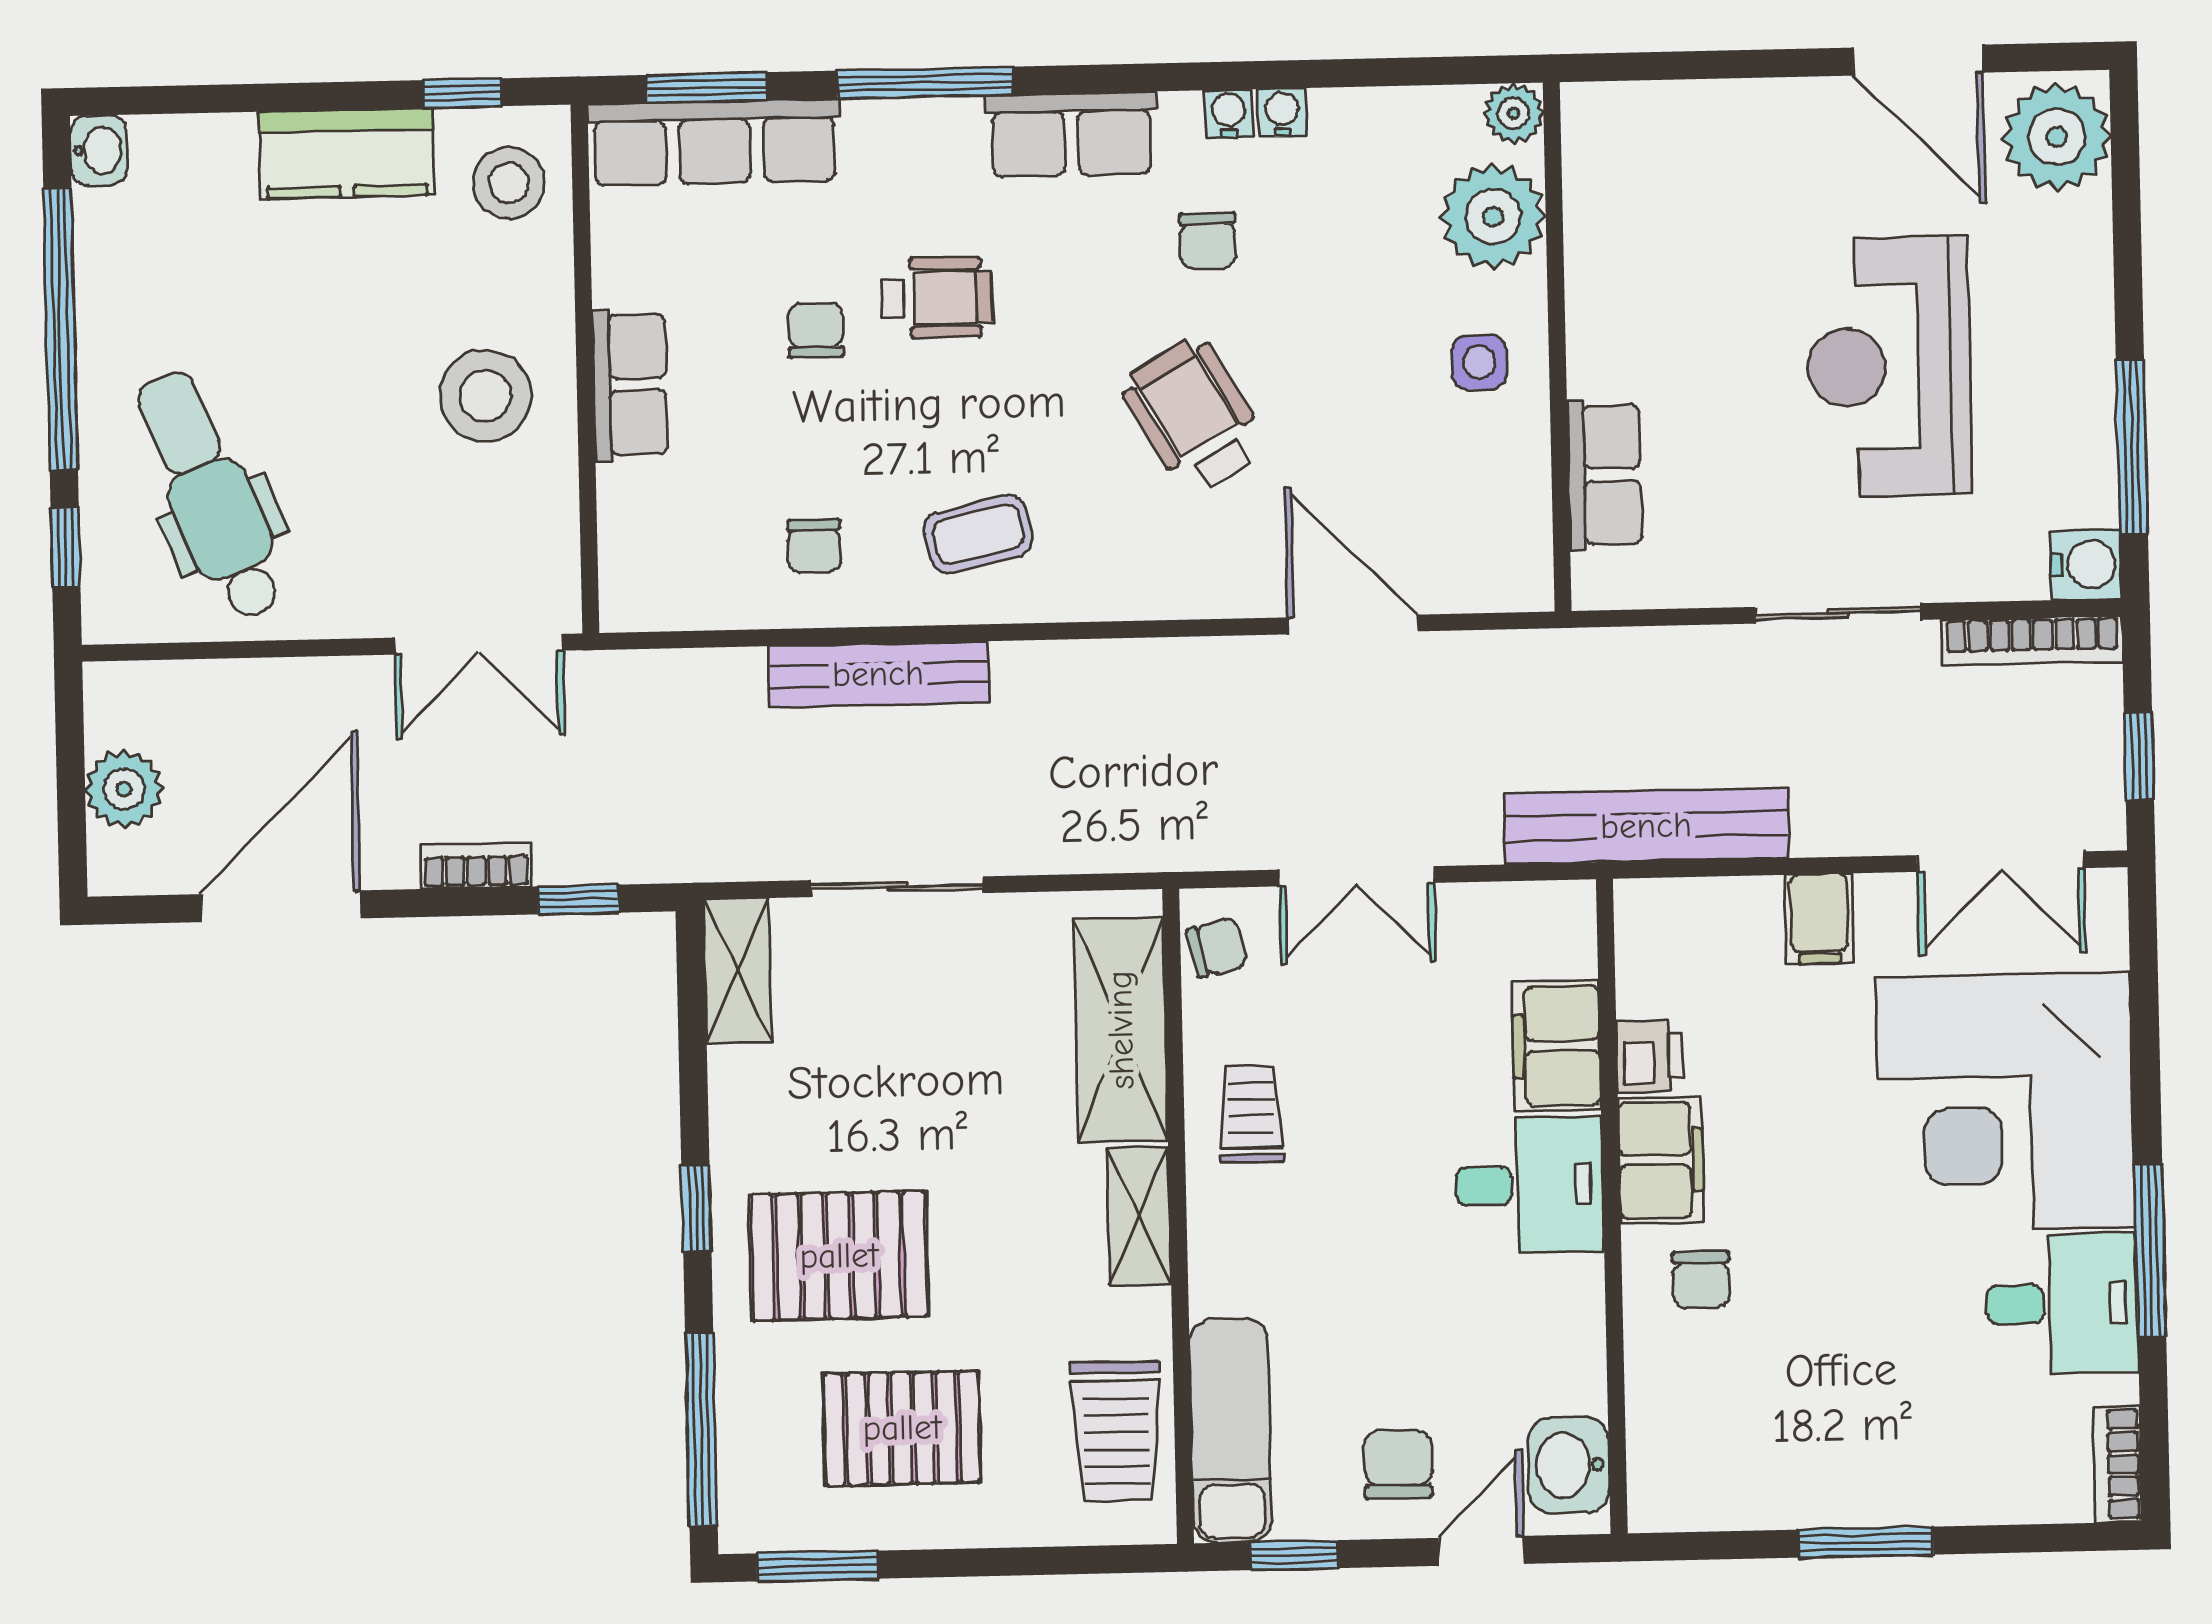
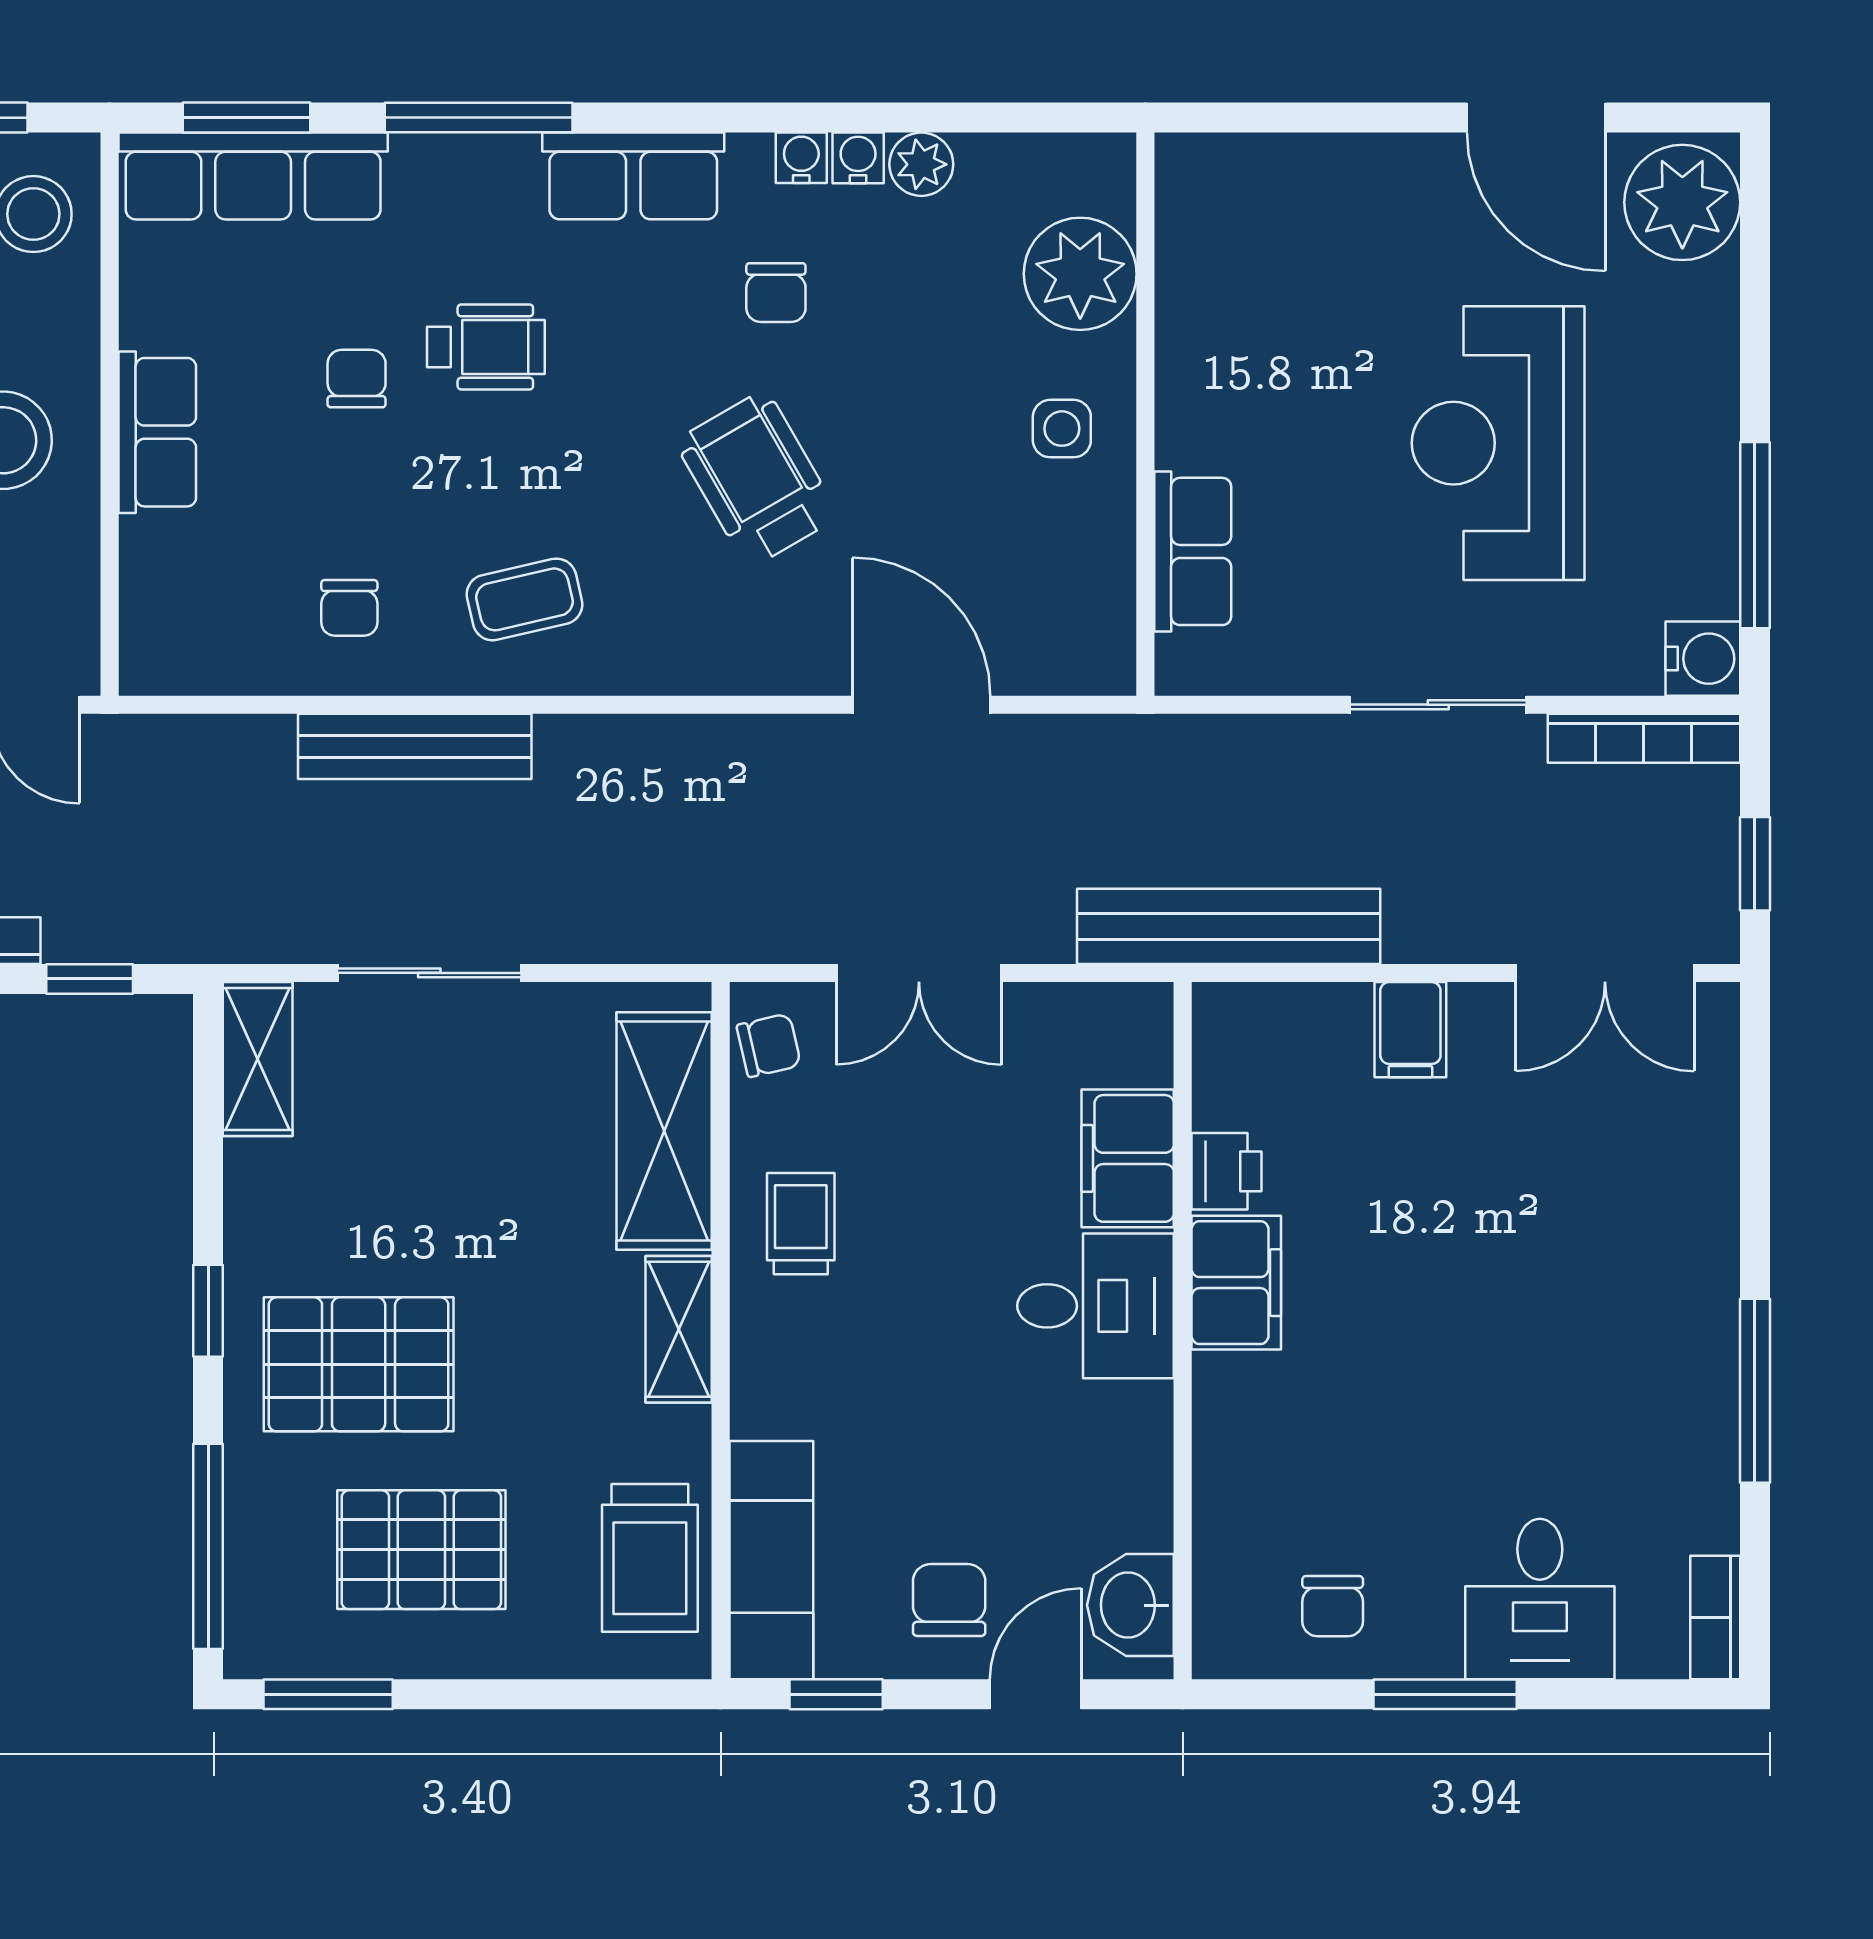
plant: (1514, 113) -> (921, 164), moved
corner desk: (2005, 1102) -> (1604, 1229), removed
chair: (1701, 1280) -> (1333, 1606), moved
desk: (2062, 1304) -> (1540, 1599), moved, turned 90

